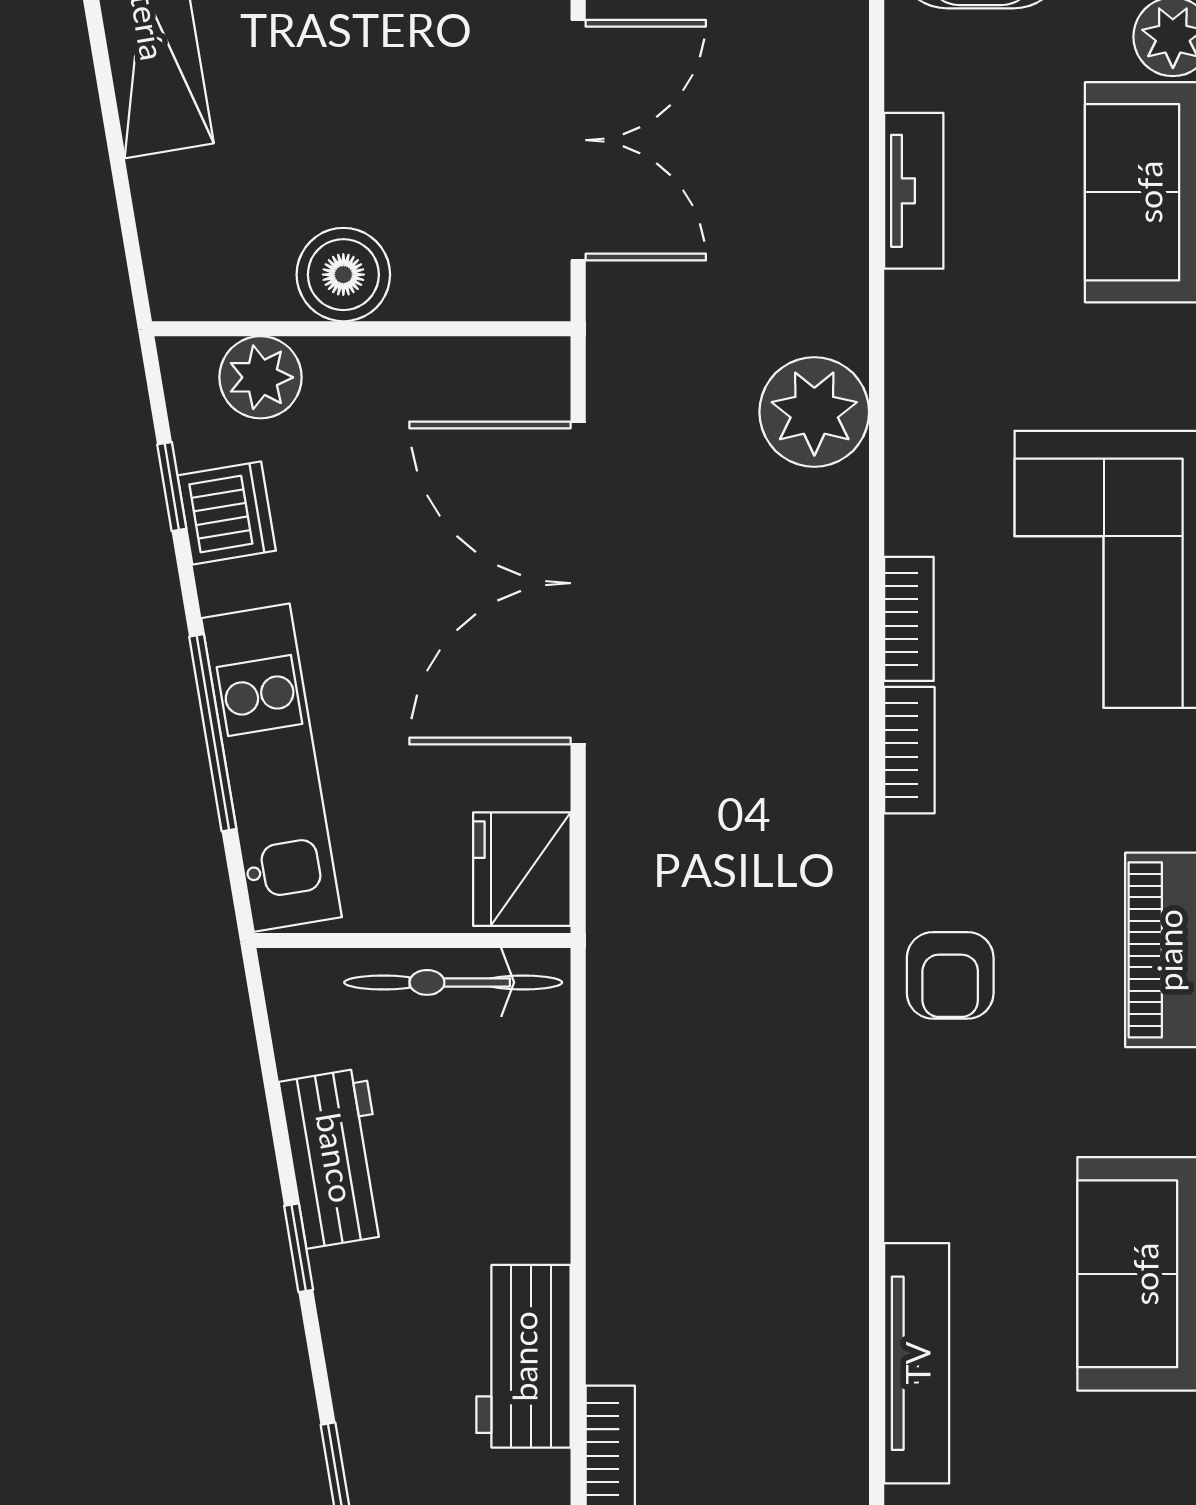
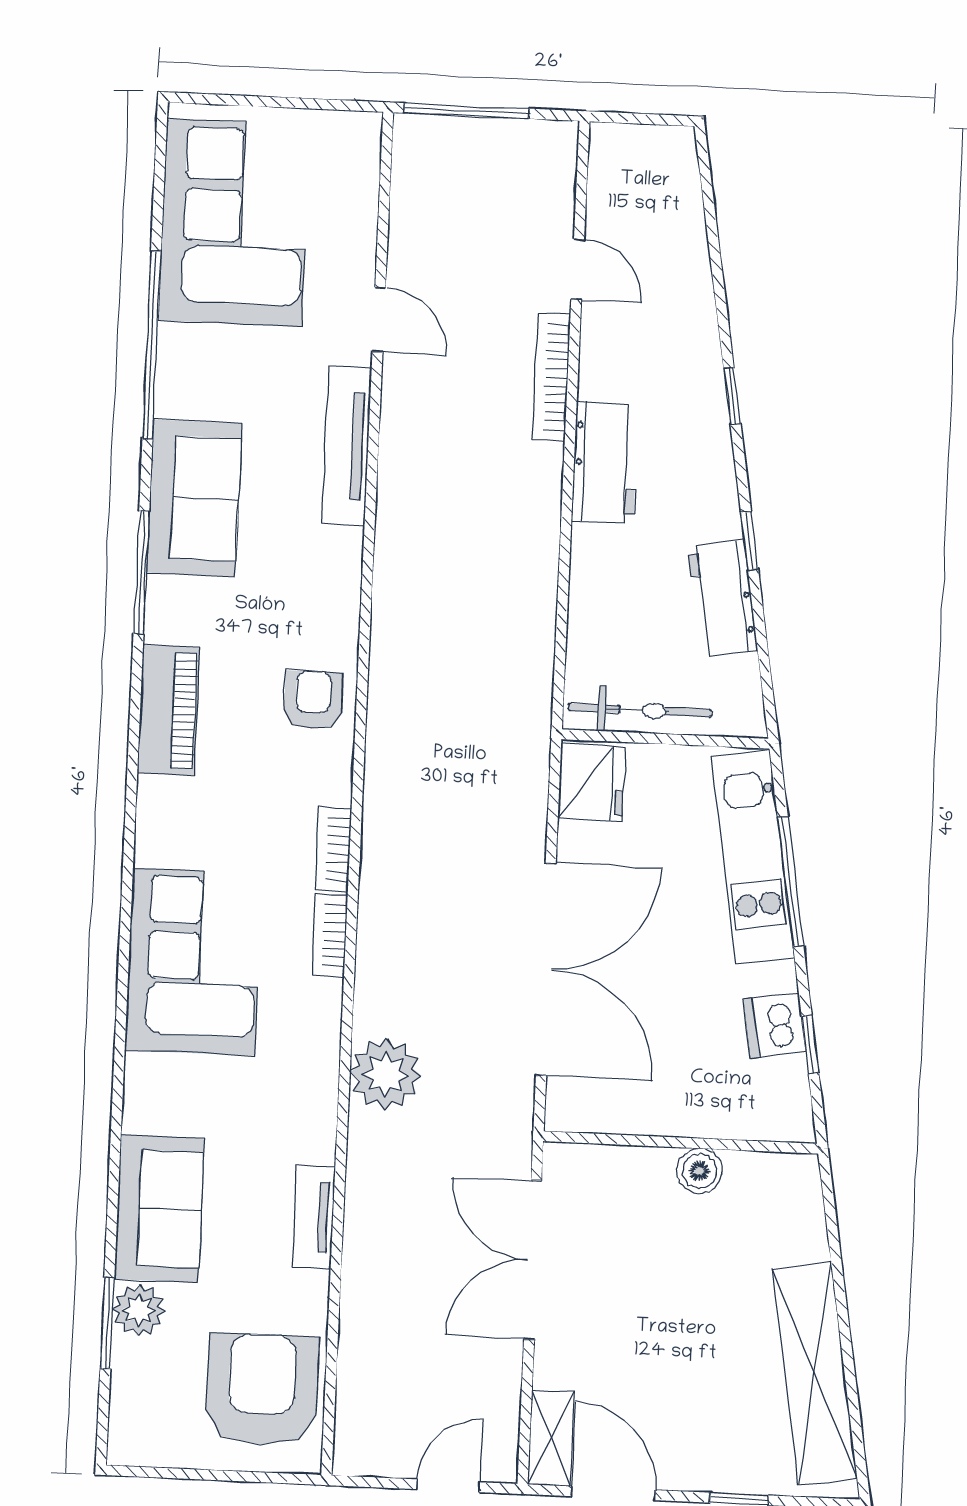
boiler: (343, 275) -> (700, 1171), width x0.73, depth x0.73
plant: (260, 377) -> (749, 1114), removed

